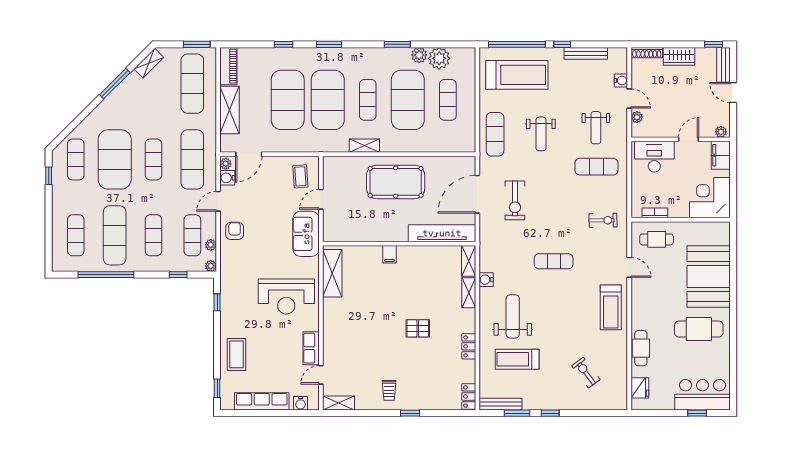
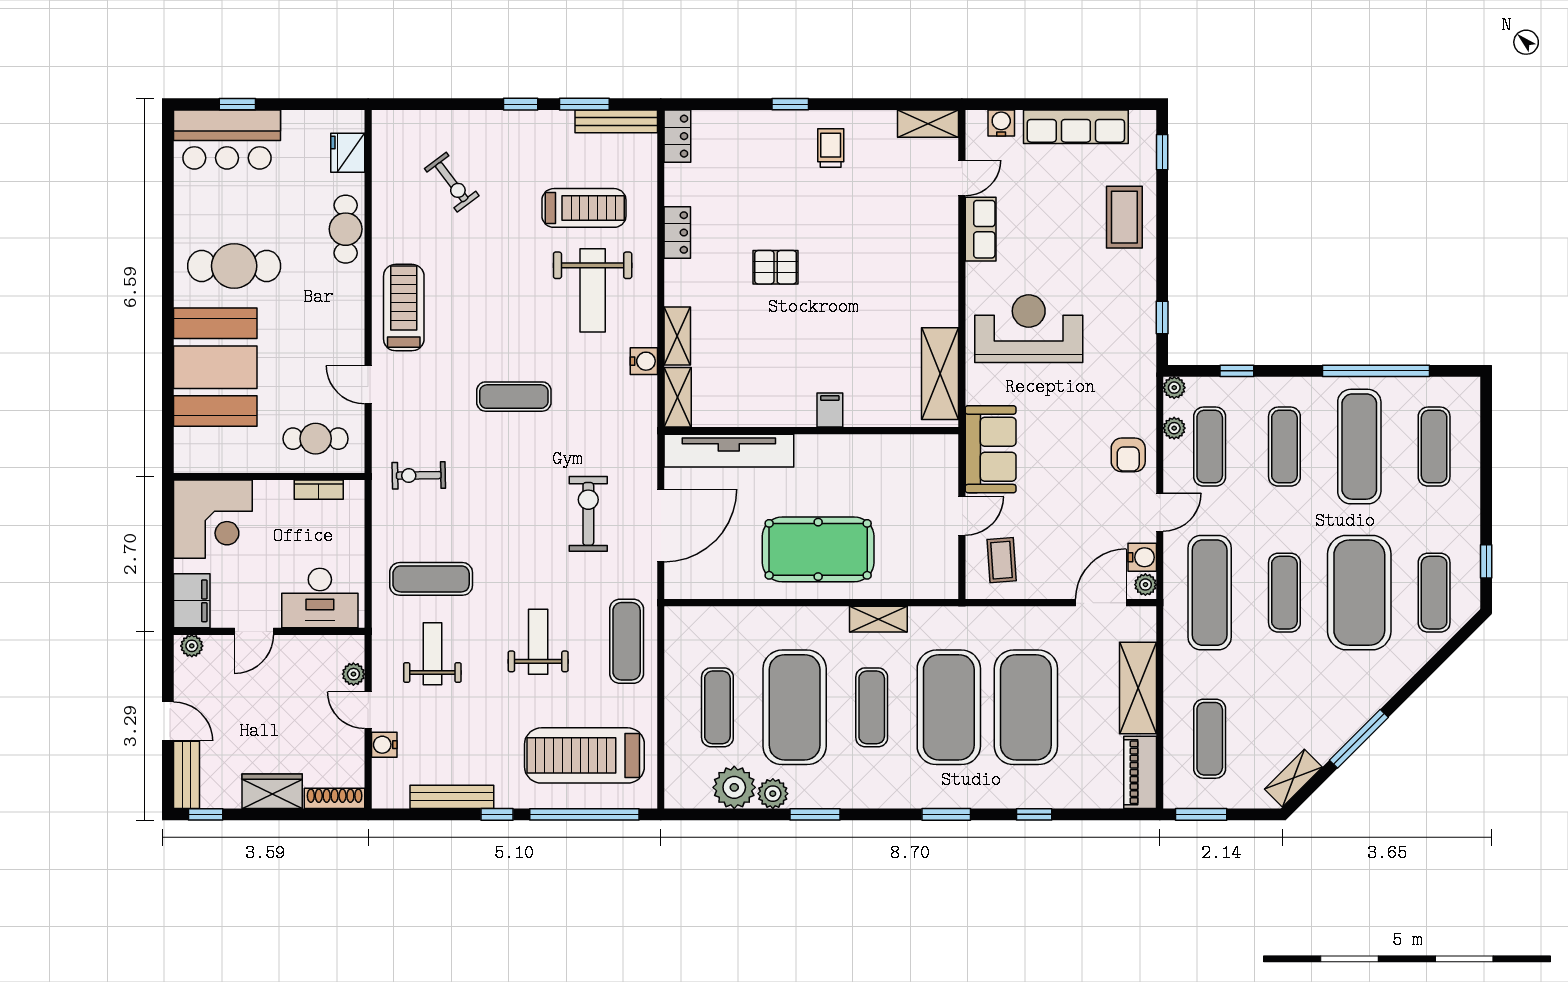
exercise mat: (192, 84) -> (1210, 739), width x0.73, depth x0.69

